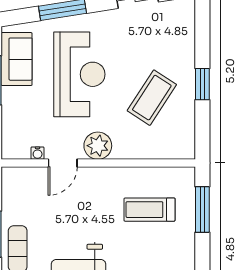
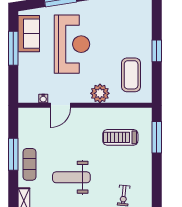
coffee table: (152, 98) -> (131, 75), moved, turned -33
plant: (98, 146) -> (100, 93), moved

